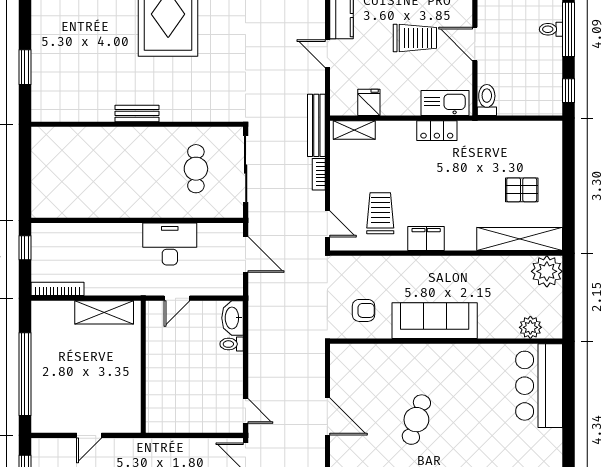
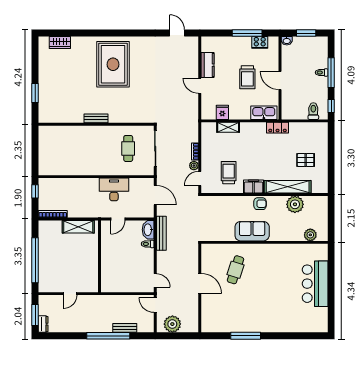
trolley: (415, 38) -> (247, 77), turned 90
toilet: (487, 100) -> (313, 111), moved
bench: (316, 125) -> (161, 233), moved
shelving: (354, 130) -> (228, 127), moved
locker: (437, 131) -> (278, 128), moved
plant: (317, 200) -> (194, 166), added
door: (327, 224) -> (200, 179), swing flipped
shelving: (520, 239) -> (288, 187), moved
plant: (547, 271) -> (295, 204), moved
armchair: (364, 310) -> (260, 204), moved
sofa: (435, 321) -> (252, 231), width x0.73
bar counter: (539, 386) -> (315, 284), moved
cafe table: (416, 420) -> (236, 270), moved

